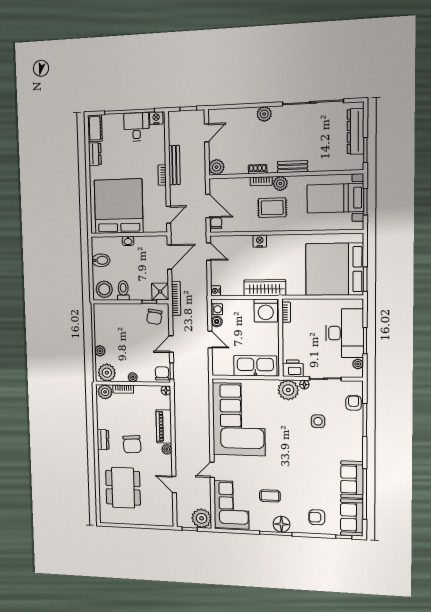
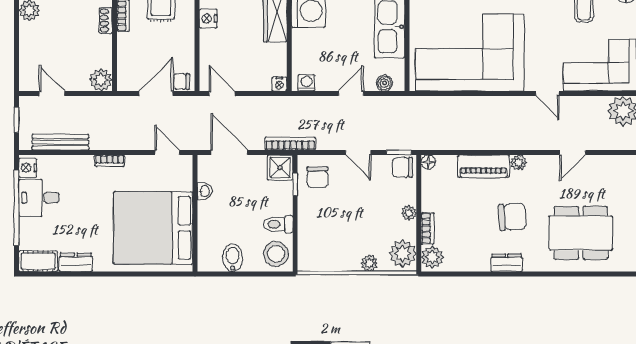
bench: (174, 165) -> (60, 142), moved
washbasin: (128, 241) -> (204, 191), moved
door: (209, 251) -> (222, 94), hinge flipped
chair: (154, 317) -> (318, 177), turned 81
boiler: (217, 321) -> (384, 83), moved

